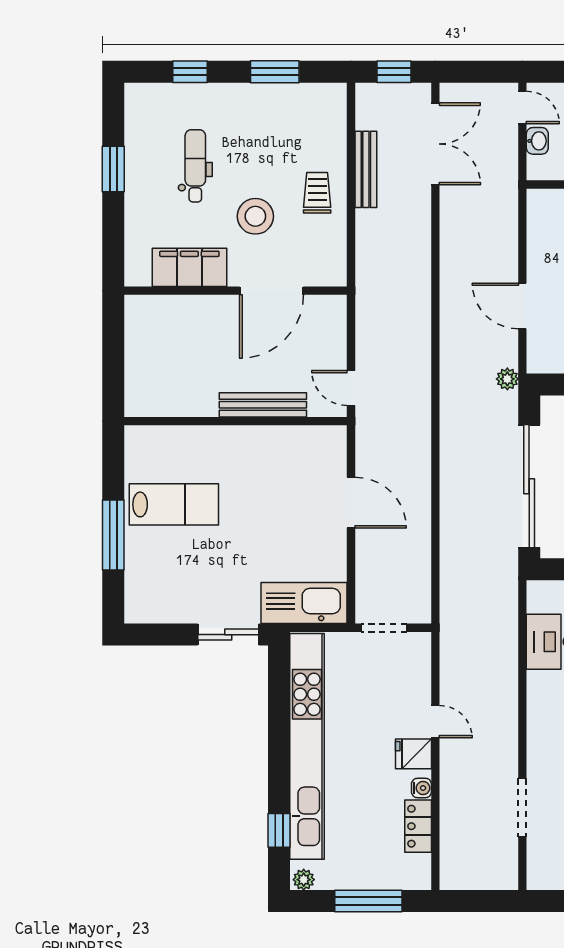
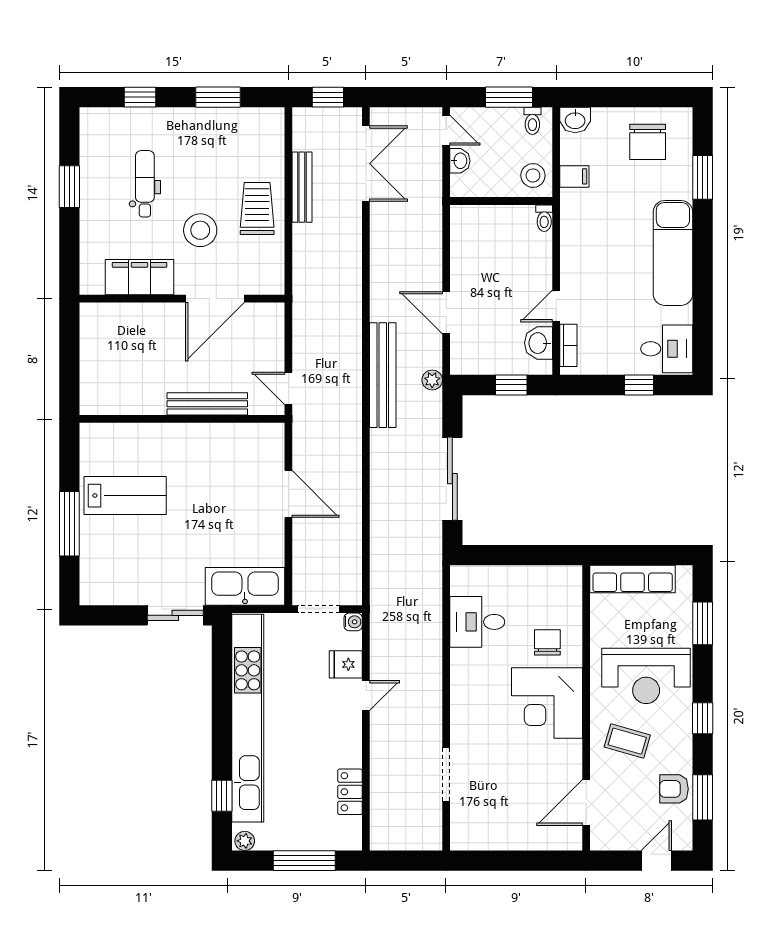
trolley: (317, 193) -> (257, 209), width x1.36, depth x1.39
bench: (454, 374) -> (383, 375), added
sliding door: (529, 486) -> (452, 479), width x0.73
door: (435, 722) -> (366, 695), hinge flipped
fridge: (413, 754) -> (346, 664), moved
water cooler: (421, 788) -> (353, 622), moved

